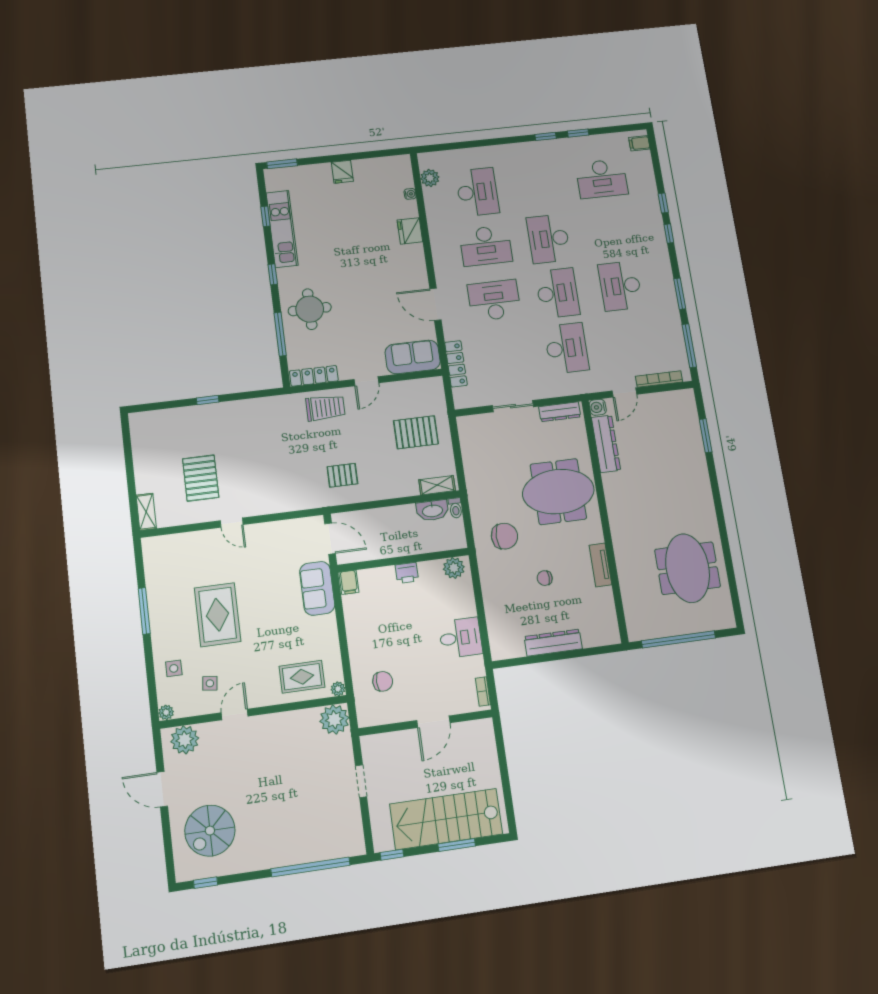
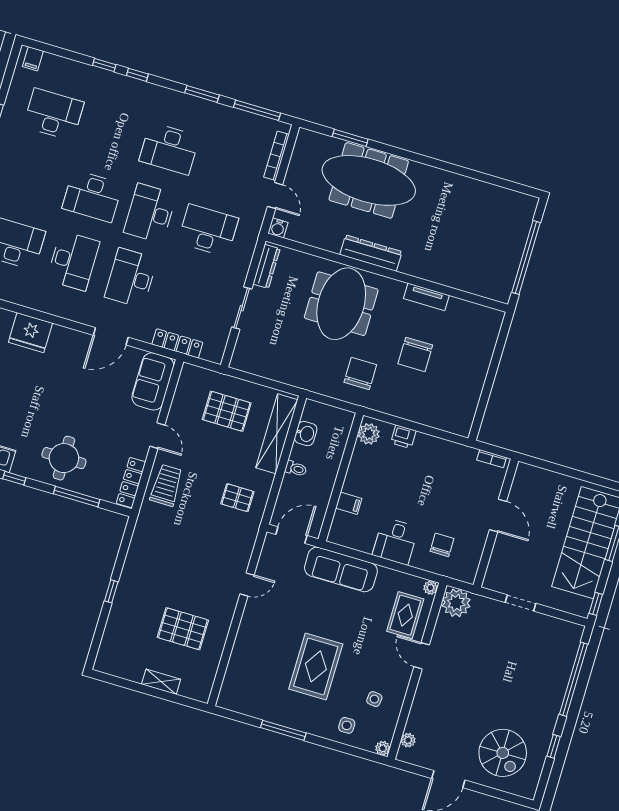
desk: (602, 179) -> (54, 114), turned -90
fridge: (410, 231) -> (30, 333), width x1.36, depth x1.34
desk: (557, 293) -> (150, 213), turned -90
pallet: (416, 432) -> (227, 411), turned 90
dresser: (606, 444) -> (371, 253), moved
pallet: (342, 475) -> (237, 498), turned 90
shelving: (437, 485) -> (277, 434), width x2.20, depth x1.33
toilet: (455, 508) -> (296, 469), moved
washbasin: (432, 510) -> (306, 433), width x0.72
shelving: (146, 512) -> (161, 682), moved
door: (232, 523) -> (247, 584), moved
meeting table: (688, 568) -> (369, 180), moved, width x1.36
printer: (407, 573) -> (403, 437), moved, turned 90
chair: (545, 578) -> (415, 354), width x1.87, depth x1.87
filing cabinet: (349, 582) -> (349, 503), moved
sofa: (317, 588) -> (341, 569), width x1.36
rug: (217, 615) -> (316, 666), turned 90
desk: (460, 638) -> (395, 541), moved, turned 180
dresser: (553, 643) -> (477, 374), removed
door: (235, 714) -> (422, 656), moved
plant: (185, 740) -> (408, 740), width x0.53, depth x0.53
window: (206, 883) -> (554, 746), moved

